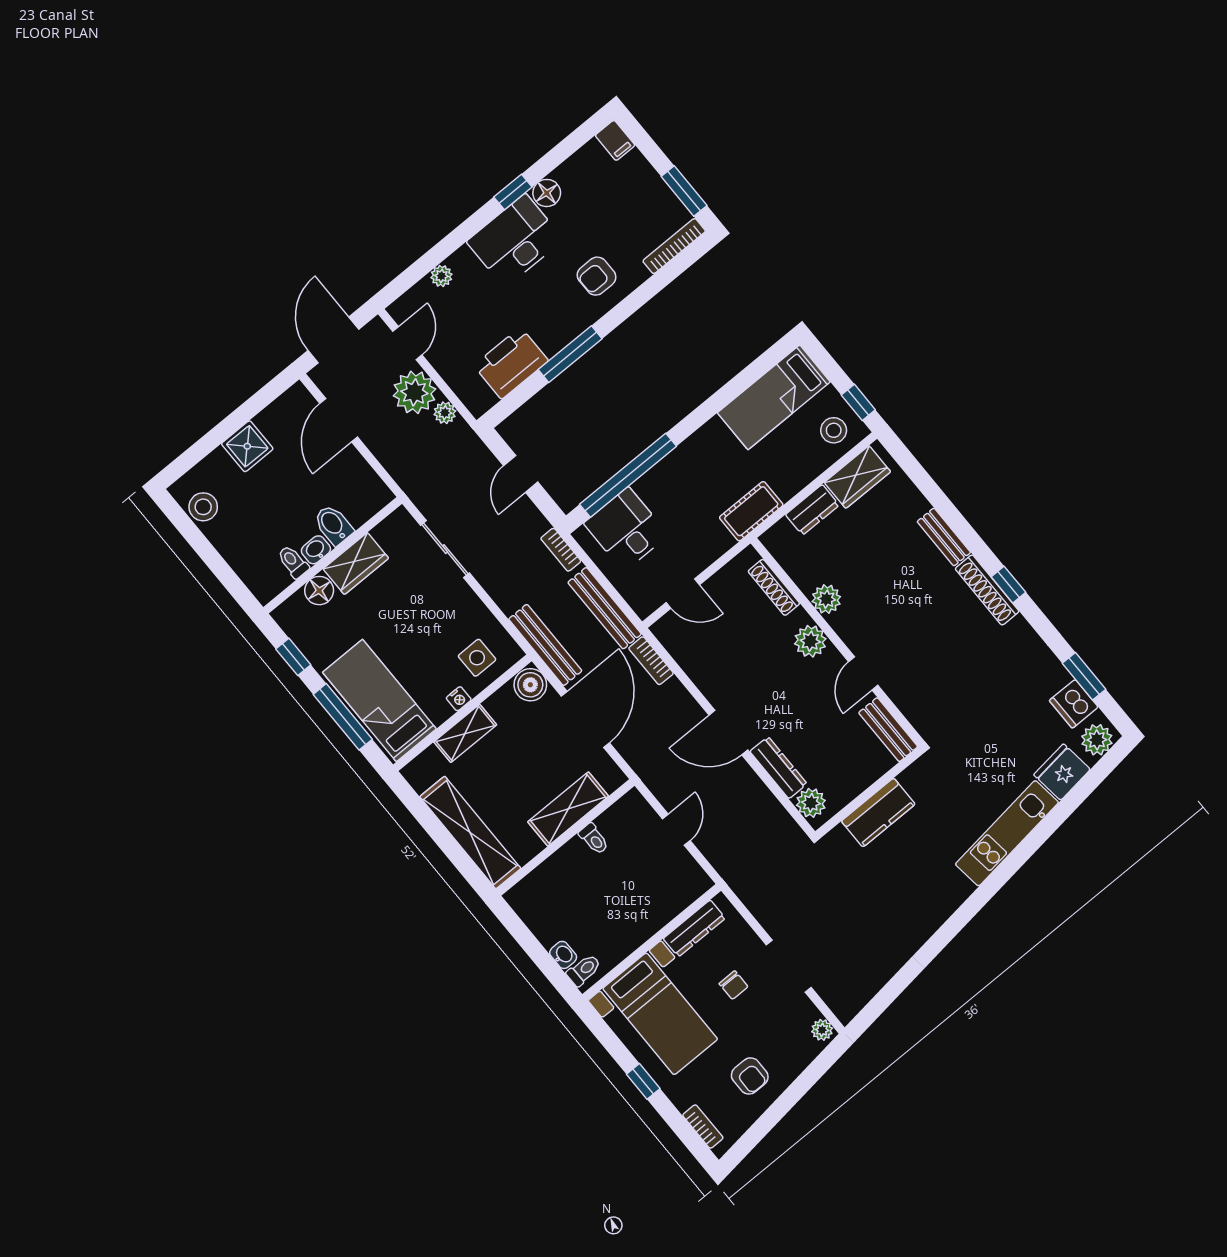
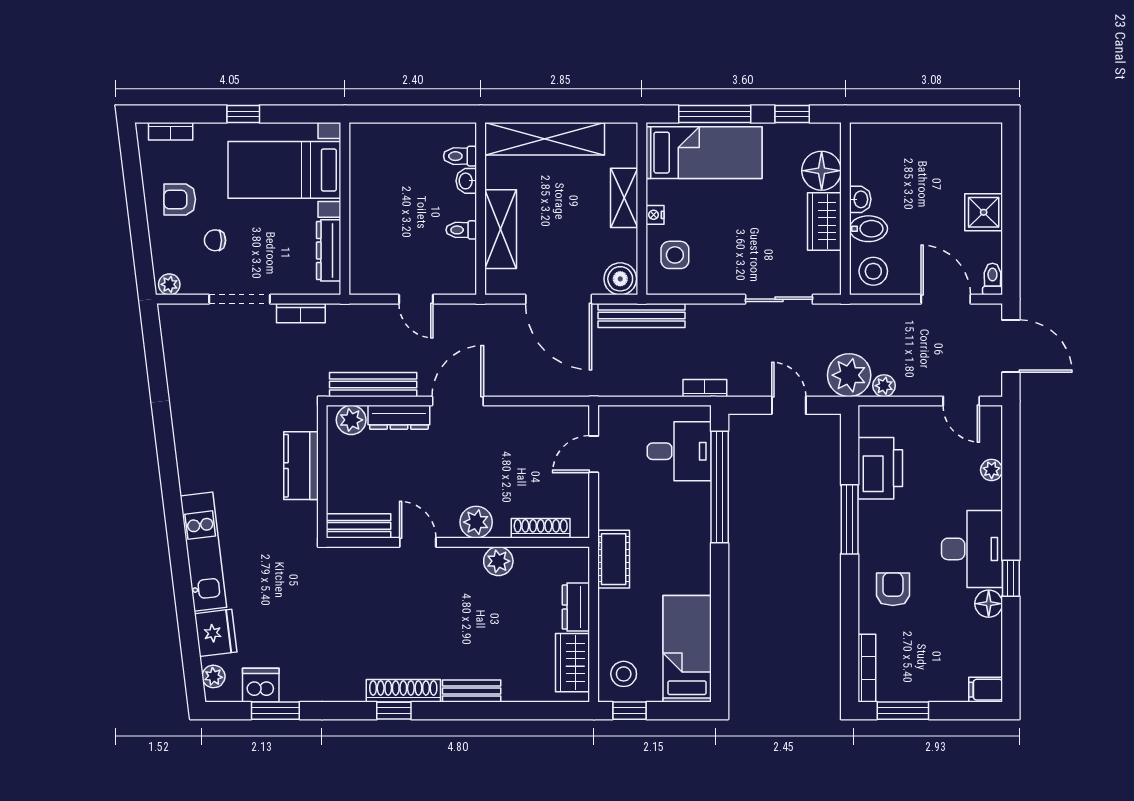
plant: (414, 392) -> (849, 375), moved
stool: (203, 507) -> (873, 271), moved
toilet: (293, 562) -> (992, 279), moved, turned -90
floor lamp: (319, 591) -> (822, 171), width x1.38, depth x1.38
bench: (605, 608) -> (373, 385), moved
bookcase: (651, 661) -> (301, 313), moved, turned 180
plant: (1097, 740) -> (214, 676), width x0.73, depth x0.73
washbasin: (563, 955) -> (466, 181), moved, turned 90
toilet: (584, 970) -> (460, 156), moved, turned 90
chair: (734, 985) -> (215, 240), moved

